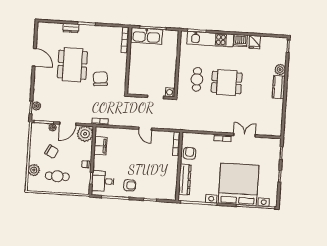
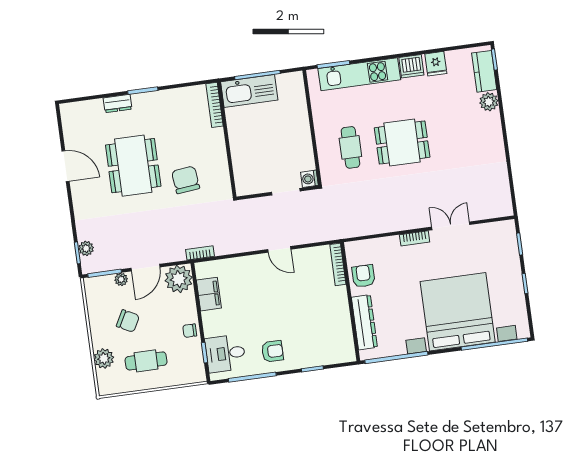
kitchen counter: (279, 87) -> (484, 71), moved

